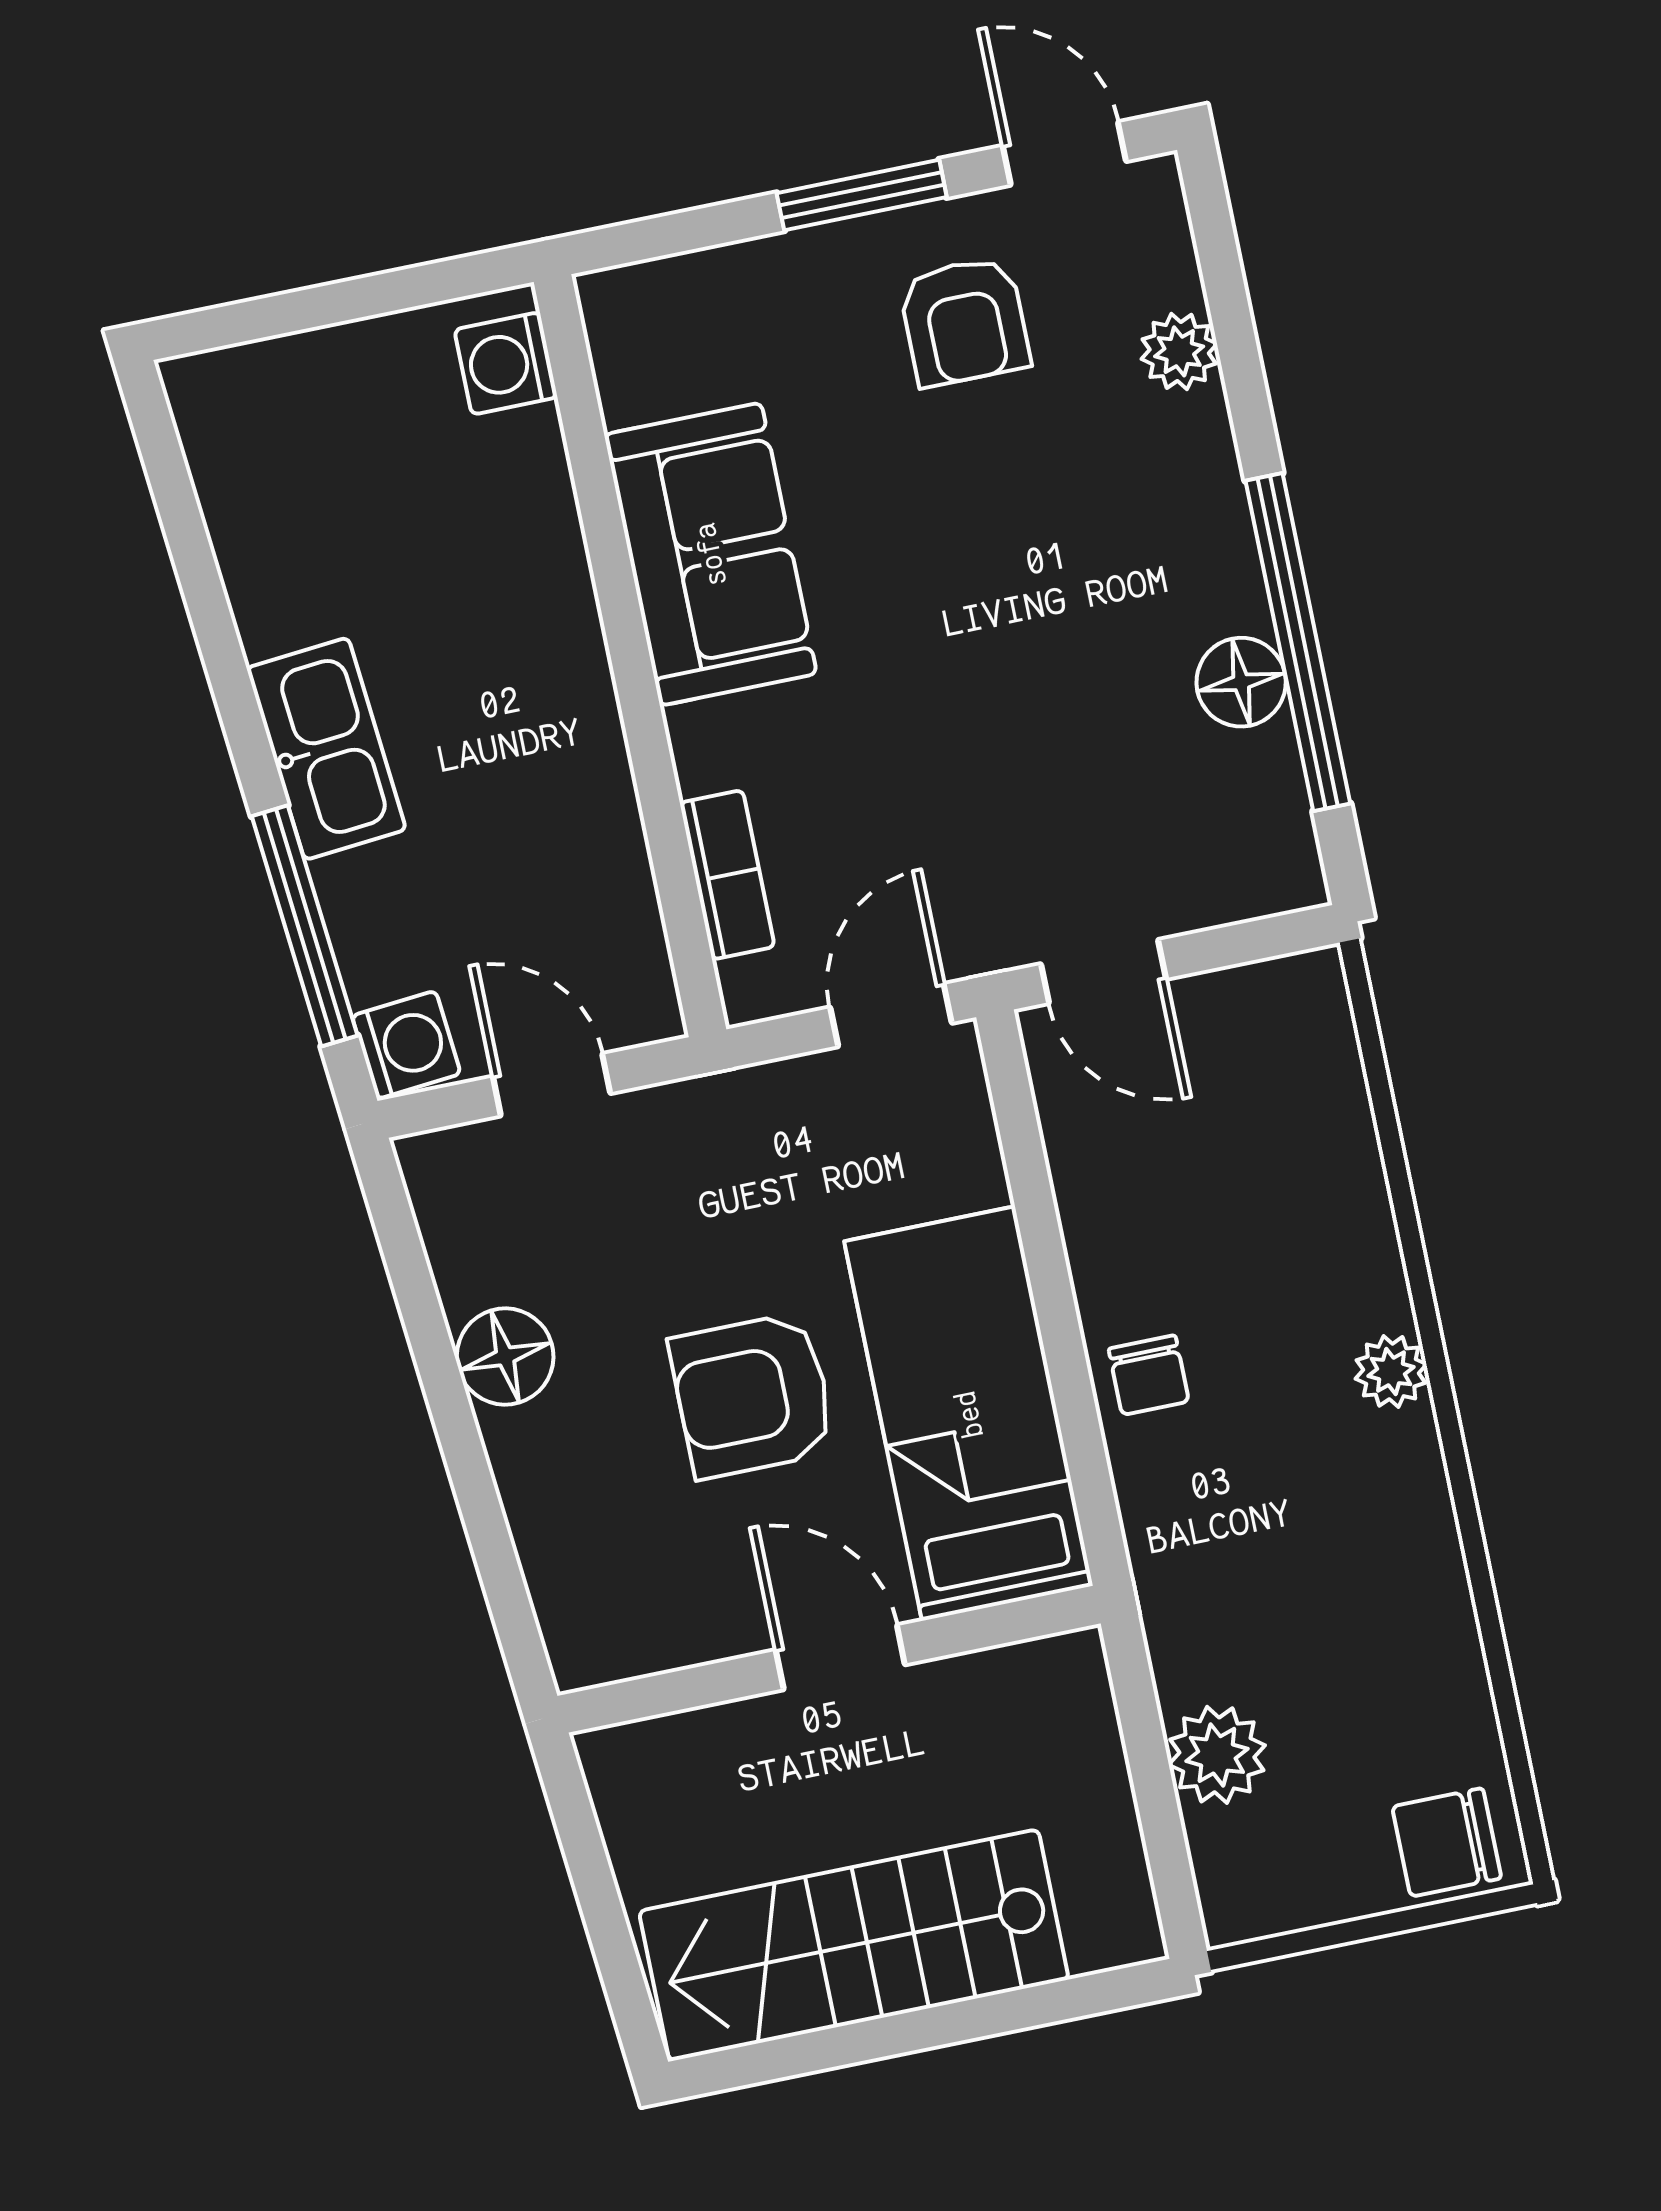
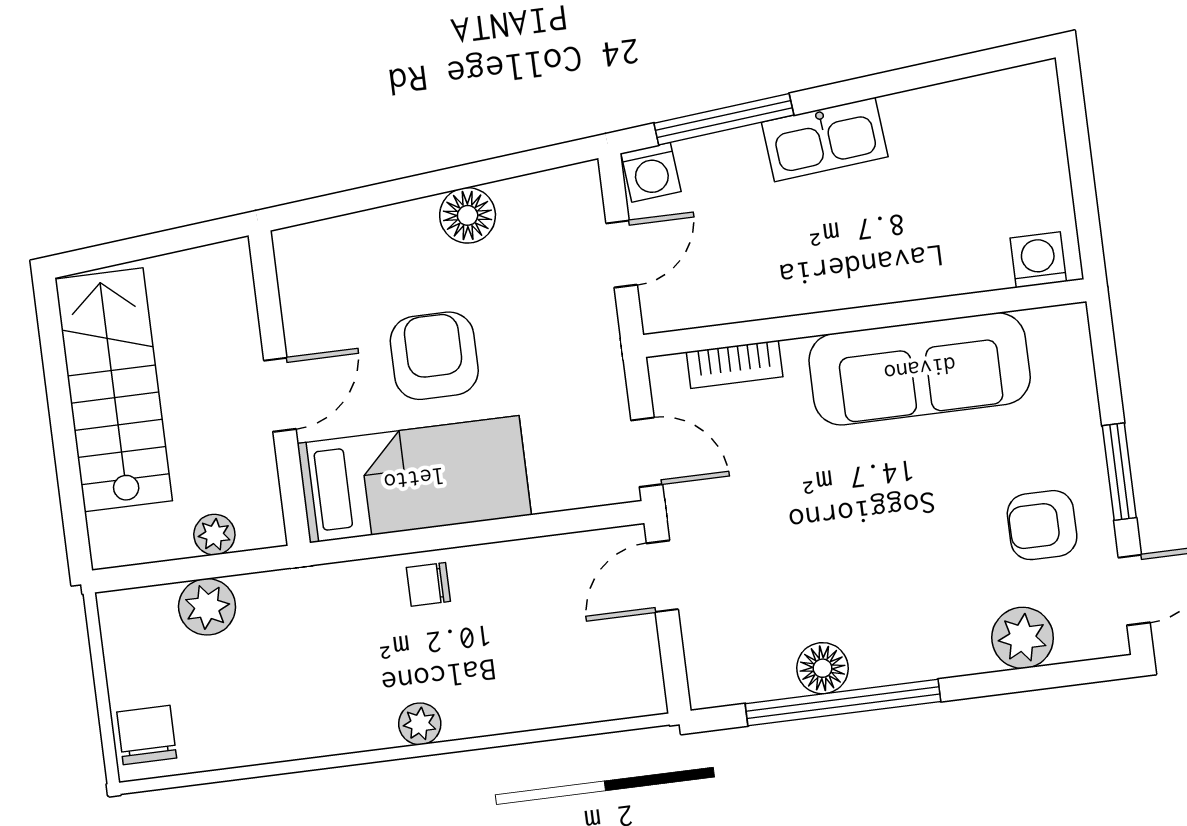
plant: (1179, 351) -> (1023, 638), width x1.38, depth x1.38
sofa: (711, 554) -> (920, 369), width x1.36
plant: (1091, 1752) -> (214, 535), added

